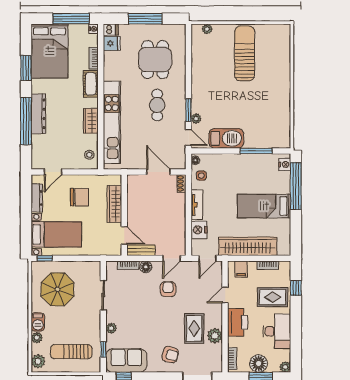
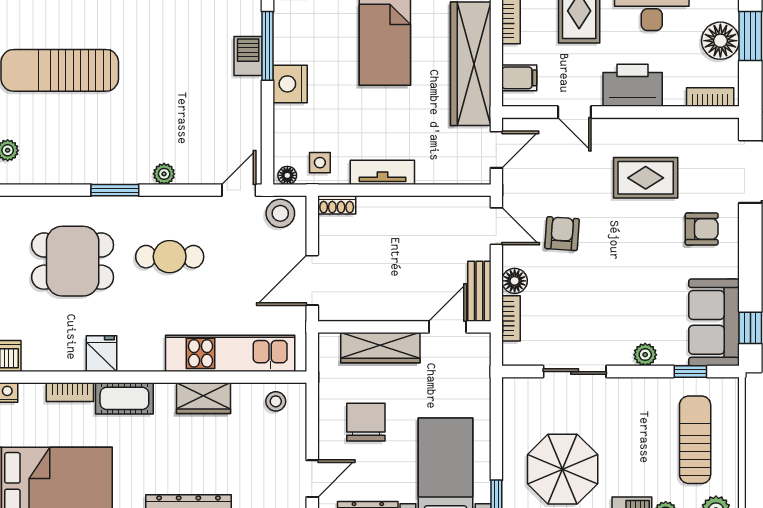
fridge: (112, 43) -> (102, 354), moved
window: (188, 110) -> (115, 190), moved
plant: (196, 118) -> (164, 174), moved
kitchen unit: (112, 122) -> (230, 353), width x0.73
barbecue: (226, 138) -> (248, 56), moved, width x0.53, depth x0.65
stool: (178, 157) -> (280, 213), added
door: (53, 172) -> (312, 479), hinge flipped
door: (158, 172) -> (312, 280), moved
nightstand: (199, 230) -> (290, 84), moved, turned 90
door: (207, 258) -> (496, 150), hinge flipped
armchair: (168, 289) -> (562, 234), turned 94
plant: (215, 336) -> (661, 134), removed
sun lounger: (71, 352) -> (695, 440), turned 180
armchair: (170, 355) -> (702, 229), turned 76

